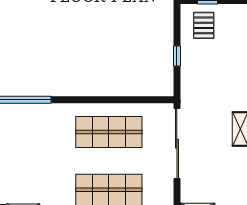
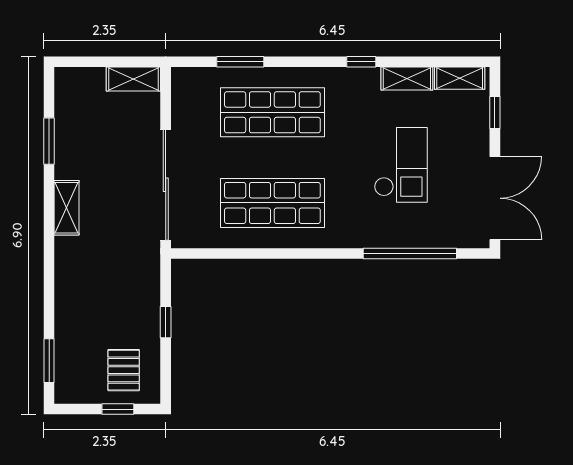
checkout: (27, 156) -> (401, 165), added

